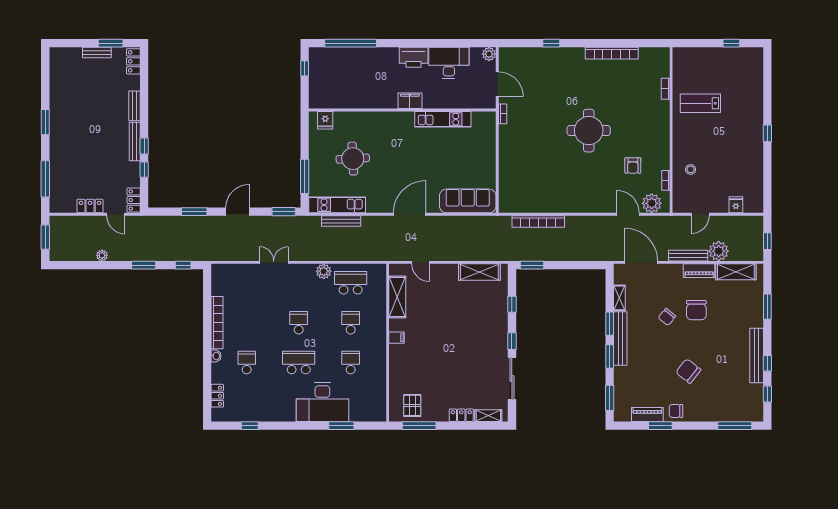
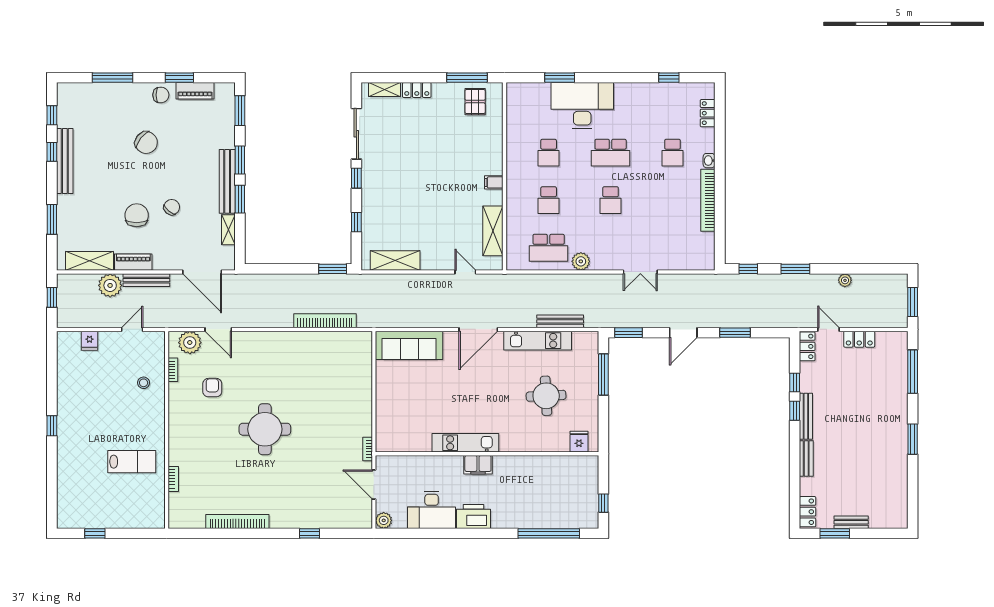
kitchen unit: (443, 119) -> (465, 443), moved
kitchen unit: (337, 205) -> (538, 341), moved
window: (735, 426) -> (113, 78), moved

